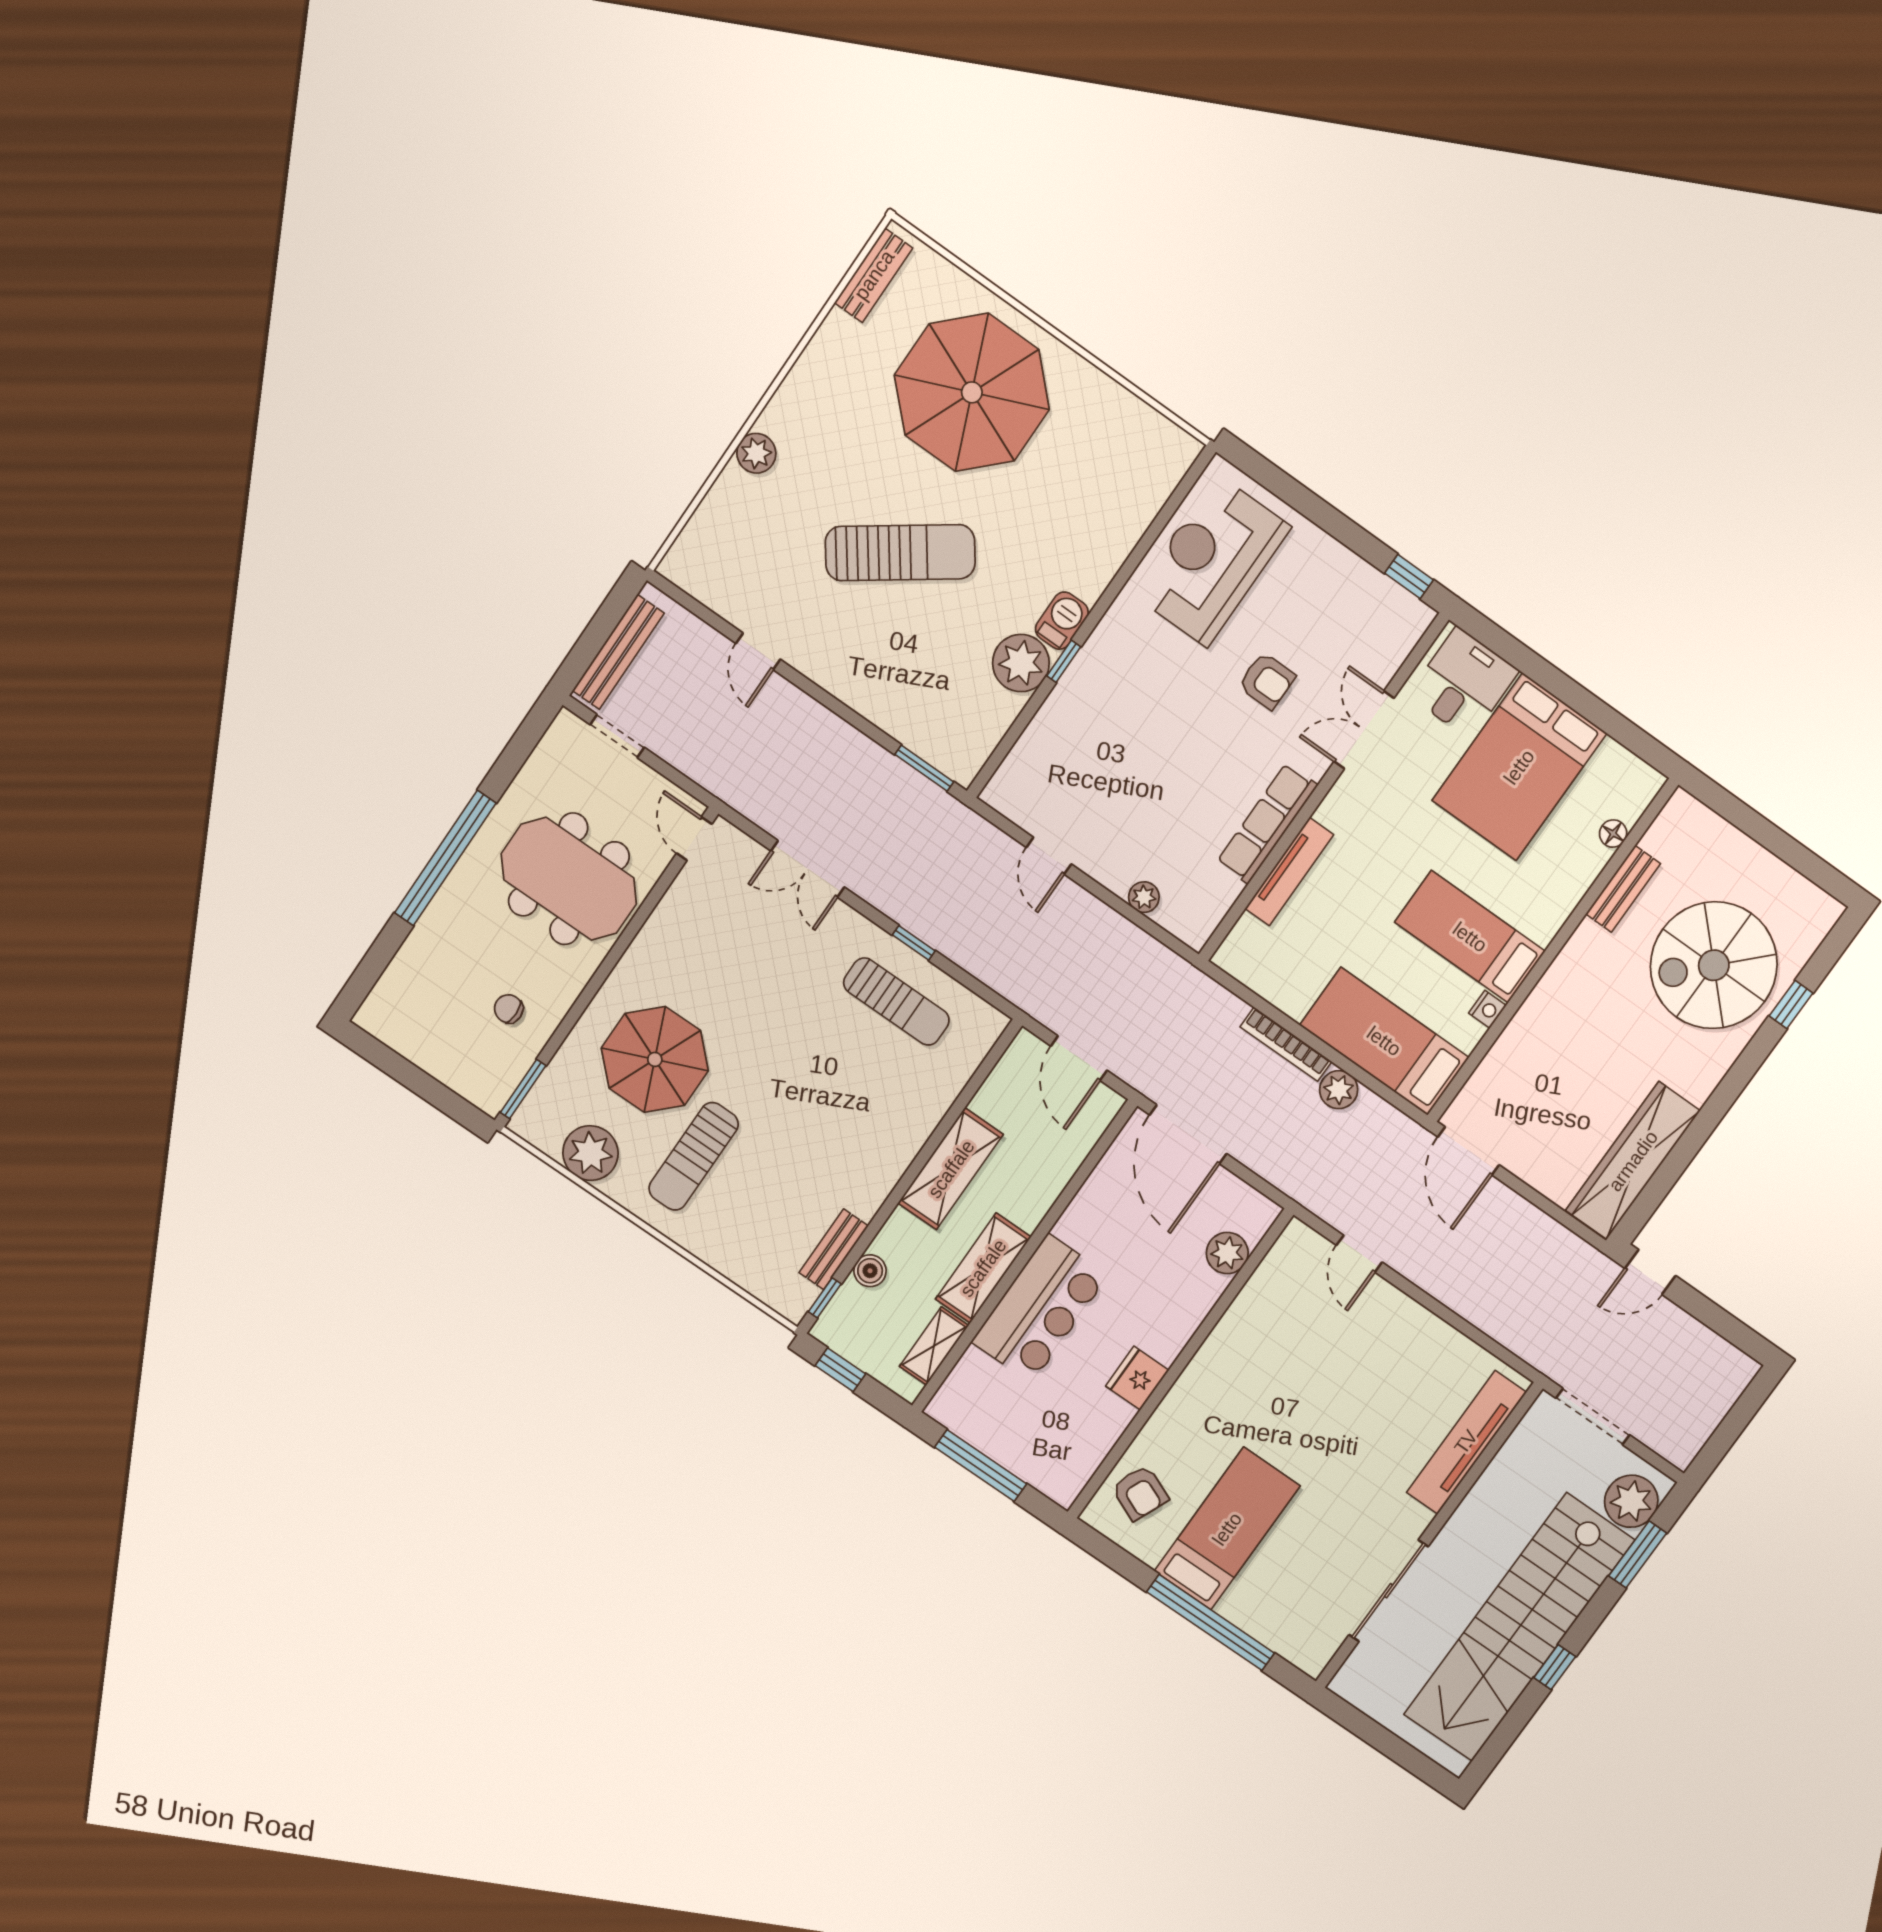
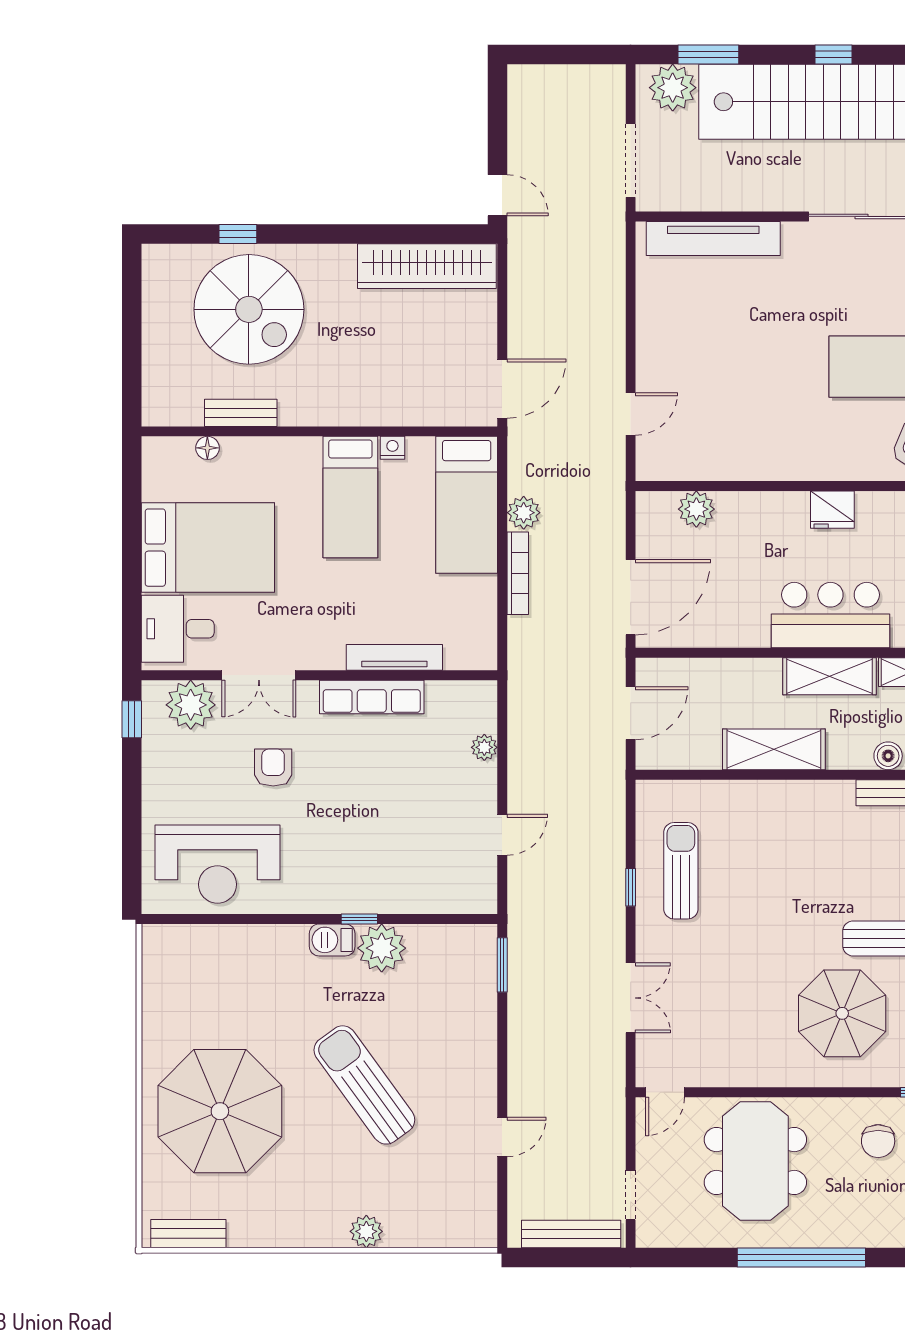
plant: (1383, 644) -> (191, 705), added
chair: (509, 1009) -> (878, 1141), width x1.37, depth x1.37

